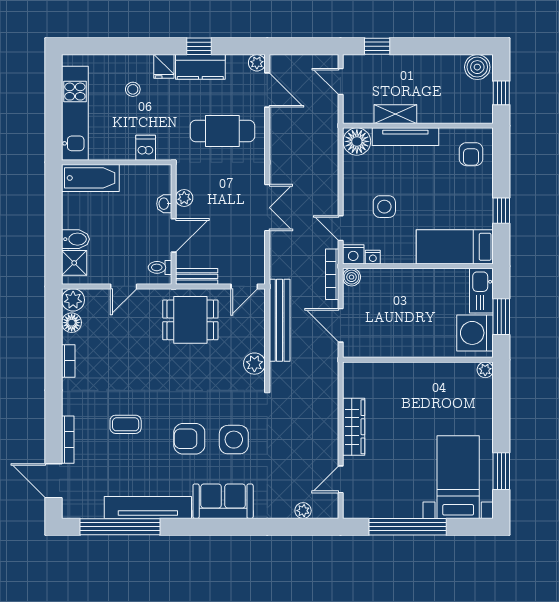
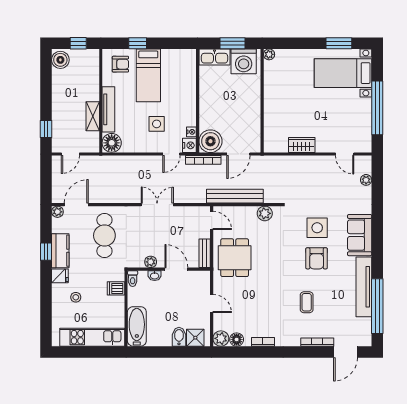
window: (501, 211) -> (138, 43), moved
bed: (455, 247) -> (148, 75), moved
toilet: (160, 267) -> (133, 279), moved
boiler: (352, 277) -> (210, 141), width x1.86, depth x1.86
wardrobe: (354, 427) -> (302, 145), width x0.67

